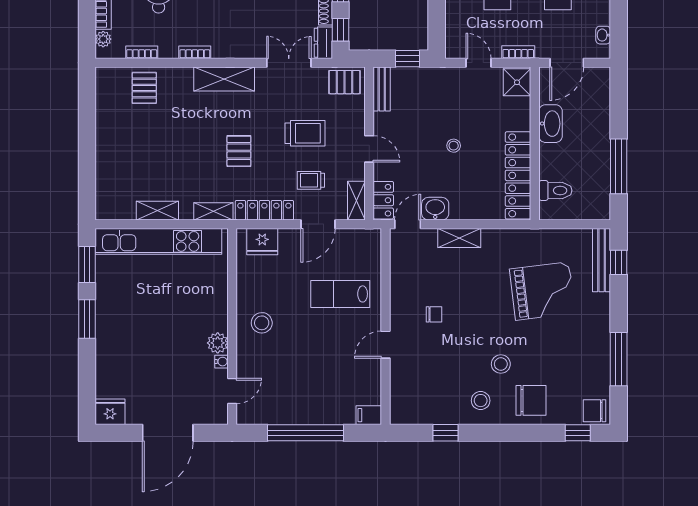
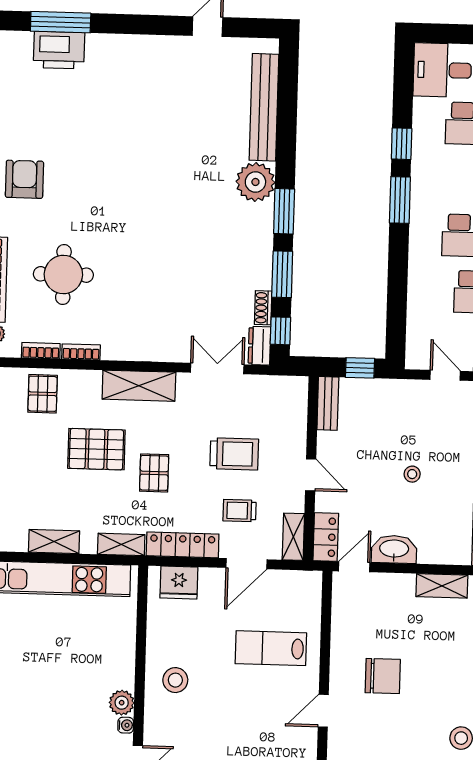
bookcase: (195, 52) -> (81, 352), moved
pallet: (344, 82) -> (96, 449), moved, width x1.50, depth x1.42
washbasin: (435, 209) -> (394, 549), width x1.38
shelving: (459, 238) -> (442, 586), moved
chair: (434, 314) -> (383, 676), width x1.87, depth x1.87

